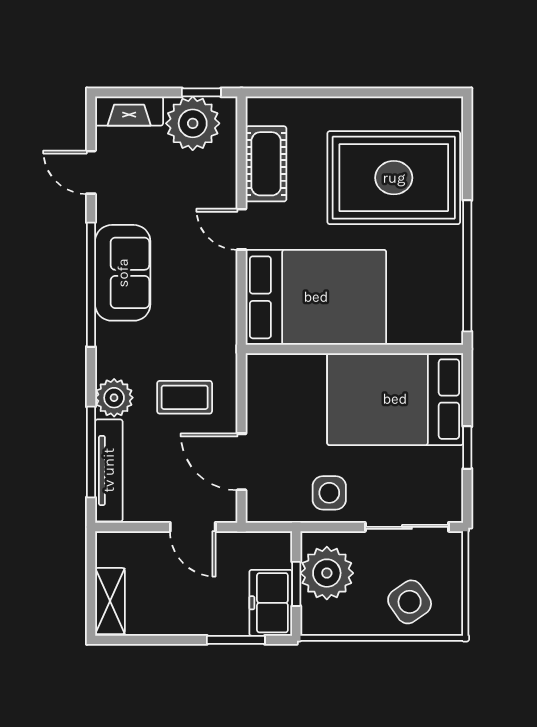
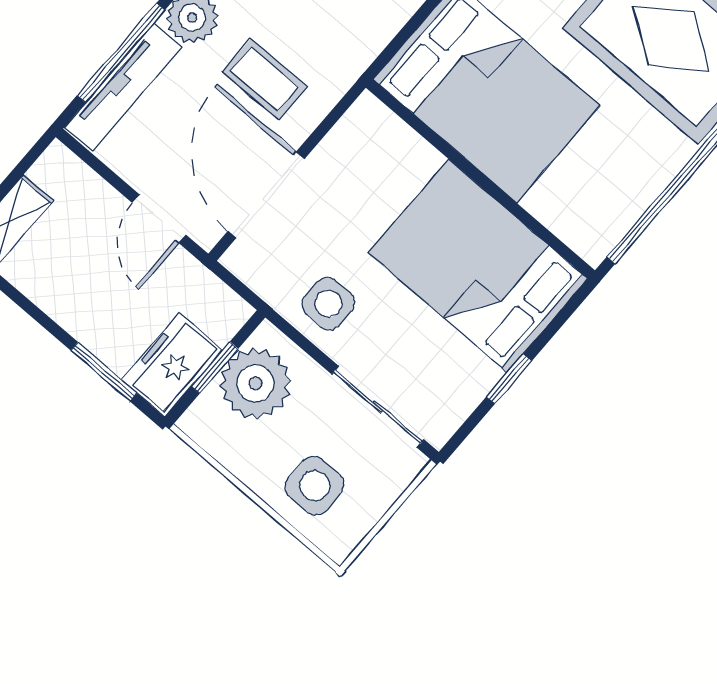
door: (241, 462) -> (266, 195), width x1.36
side table: (410, 602) -> (315, 486), turned 35

